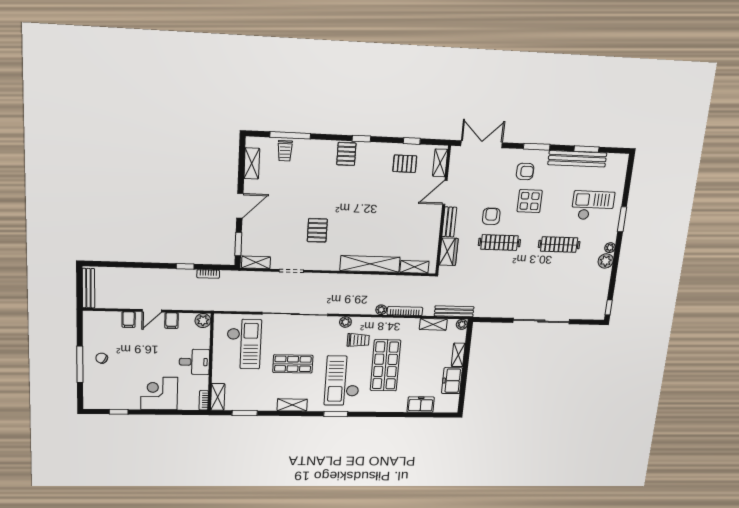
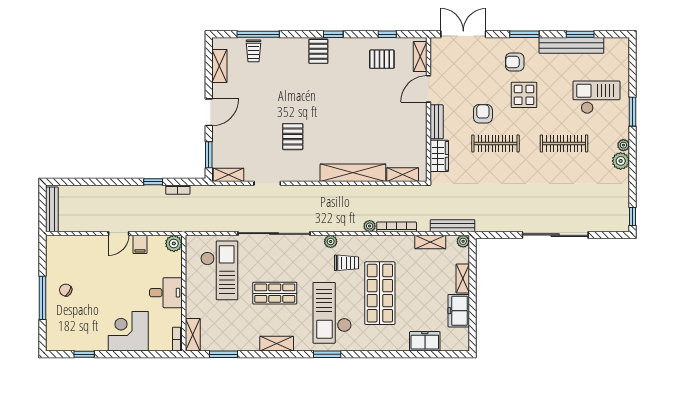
armchair: (525, 171) -> (515, 62), turned 180
filing cabinet: (129, 320) -> (94, 244), removed

